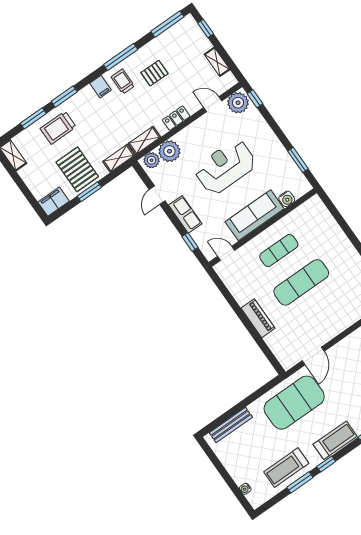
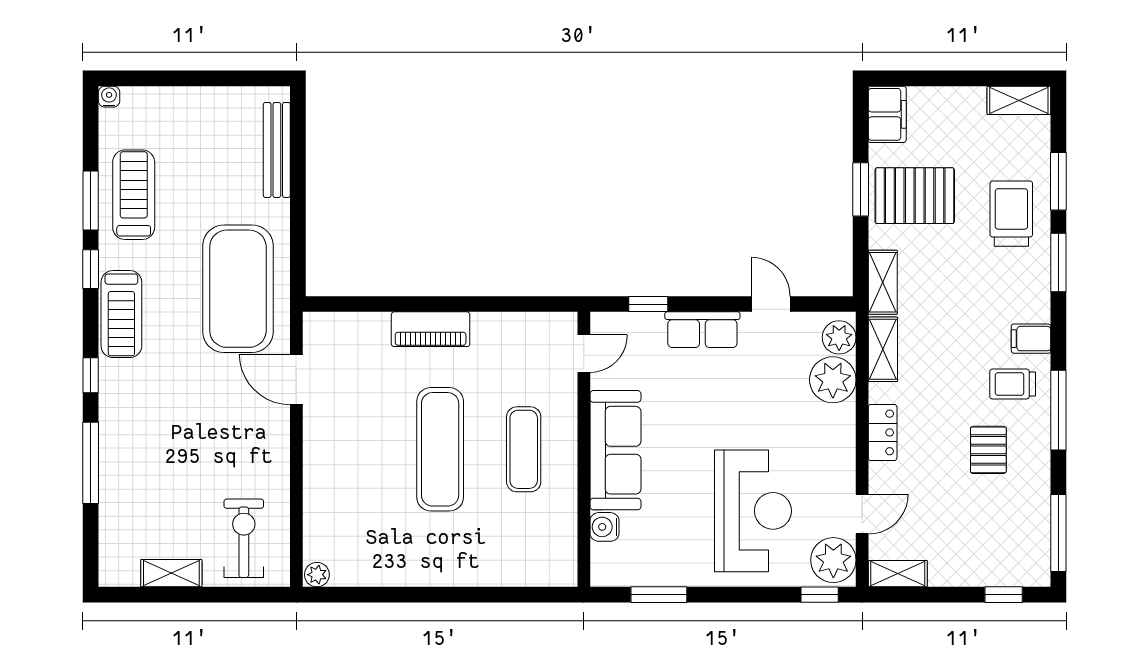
shelving: (217, 62) -> (898, 574), moved
trolley: (123, 81) -> (1013, 384), turned 180
reception desk: (225, 167) -> (753, 511), moved
water cooler: (245, 489) -> (109, 97), moved

